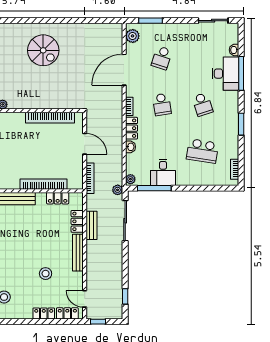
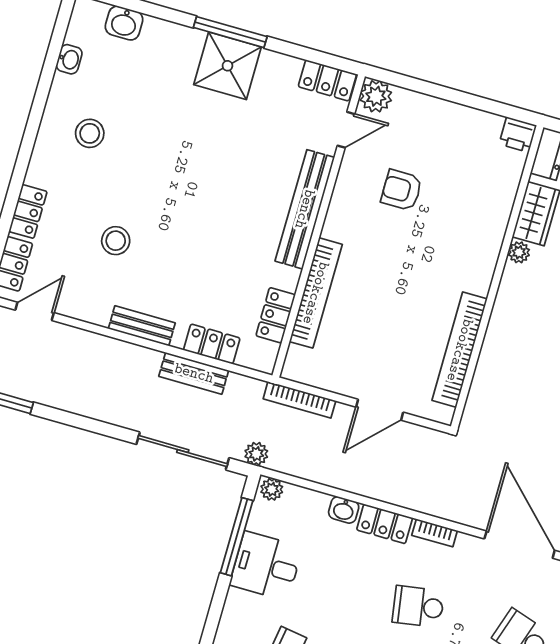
bench: (78, 253) -> (142, 326), width x0.73

